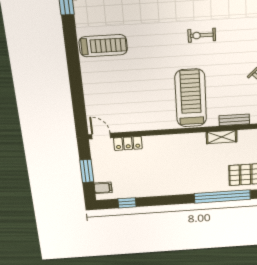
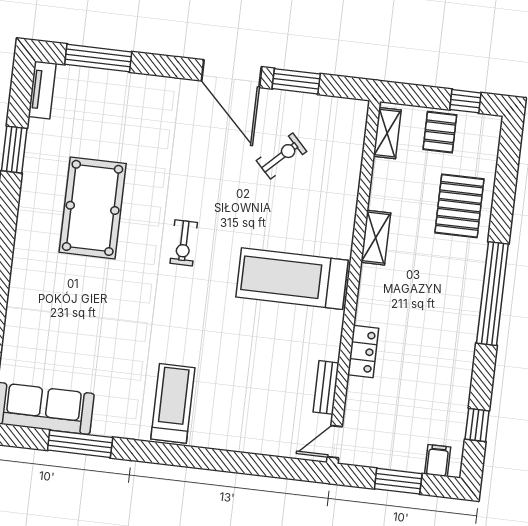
bench: (234, 120) -> (326, 387), moved
locker: (128, 143) -> (363, 352), moved
window: (222, 196) -> (492, 294), moved

